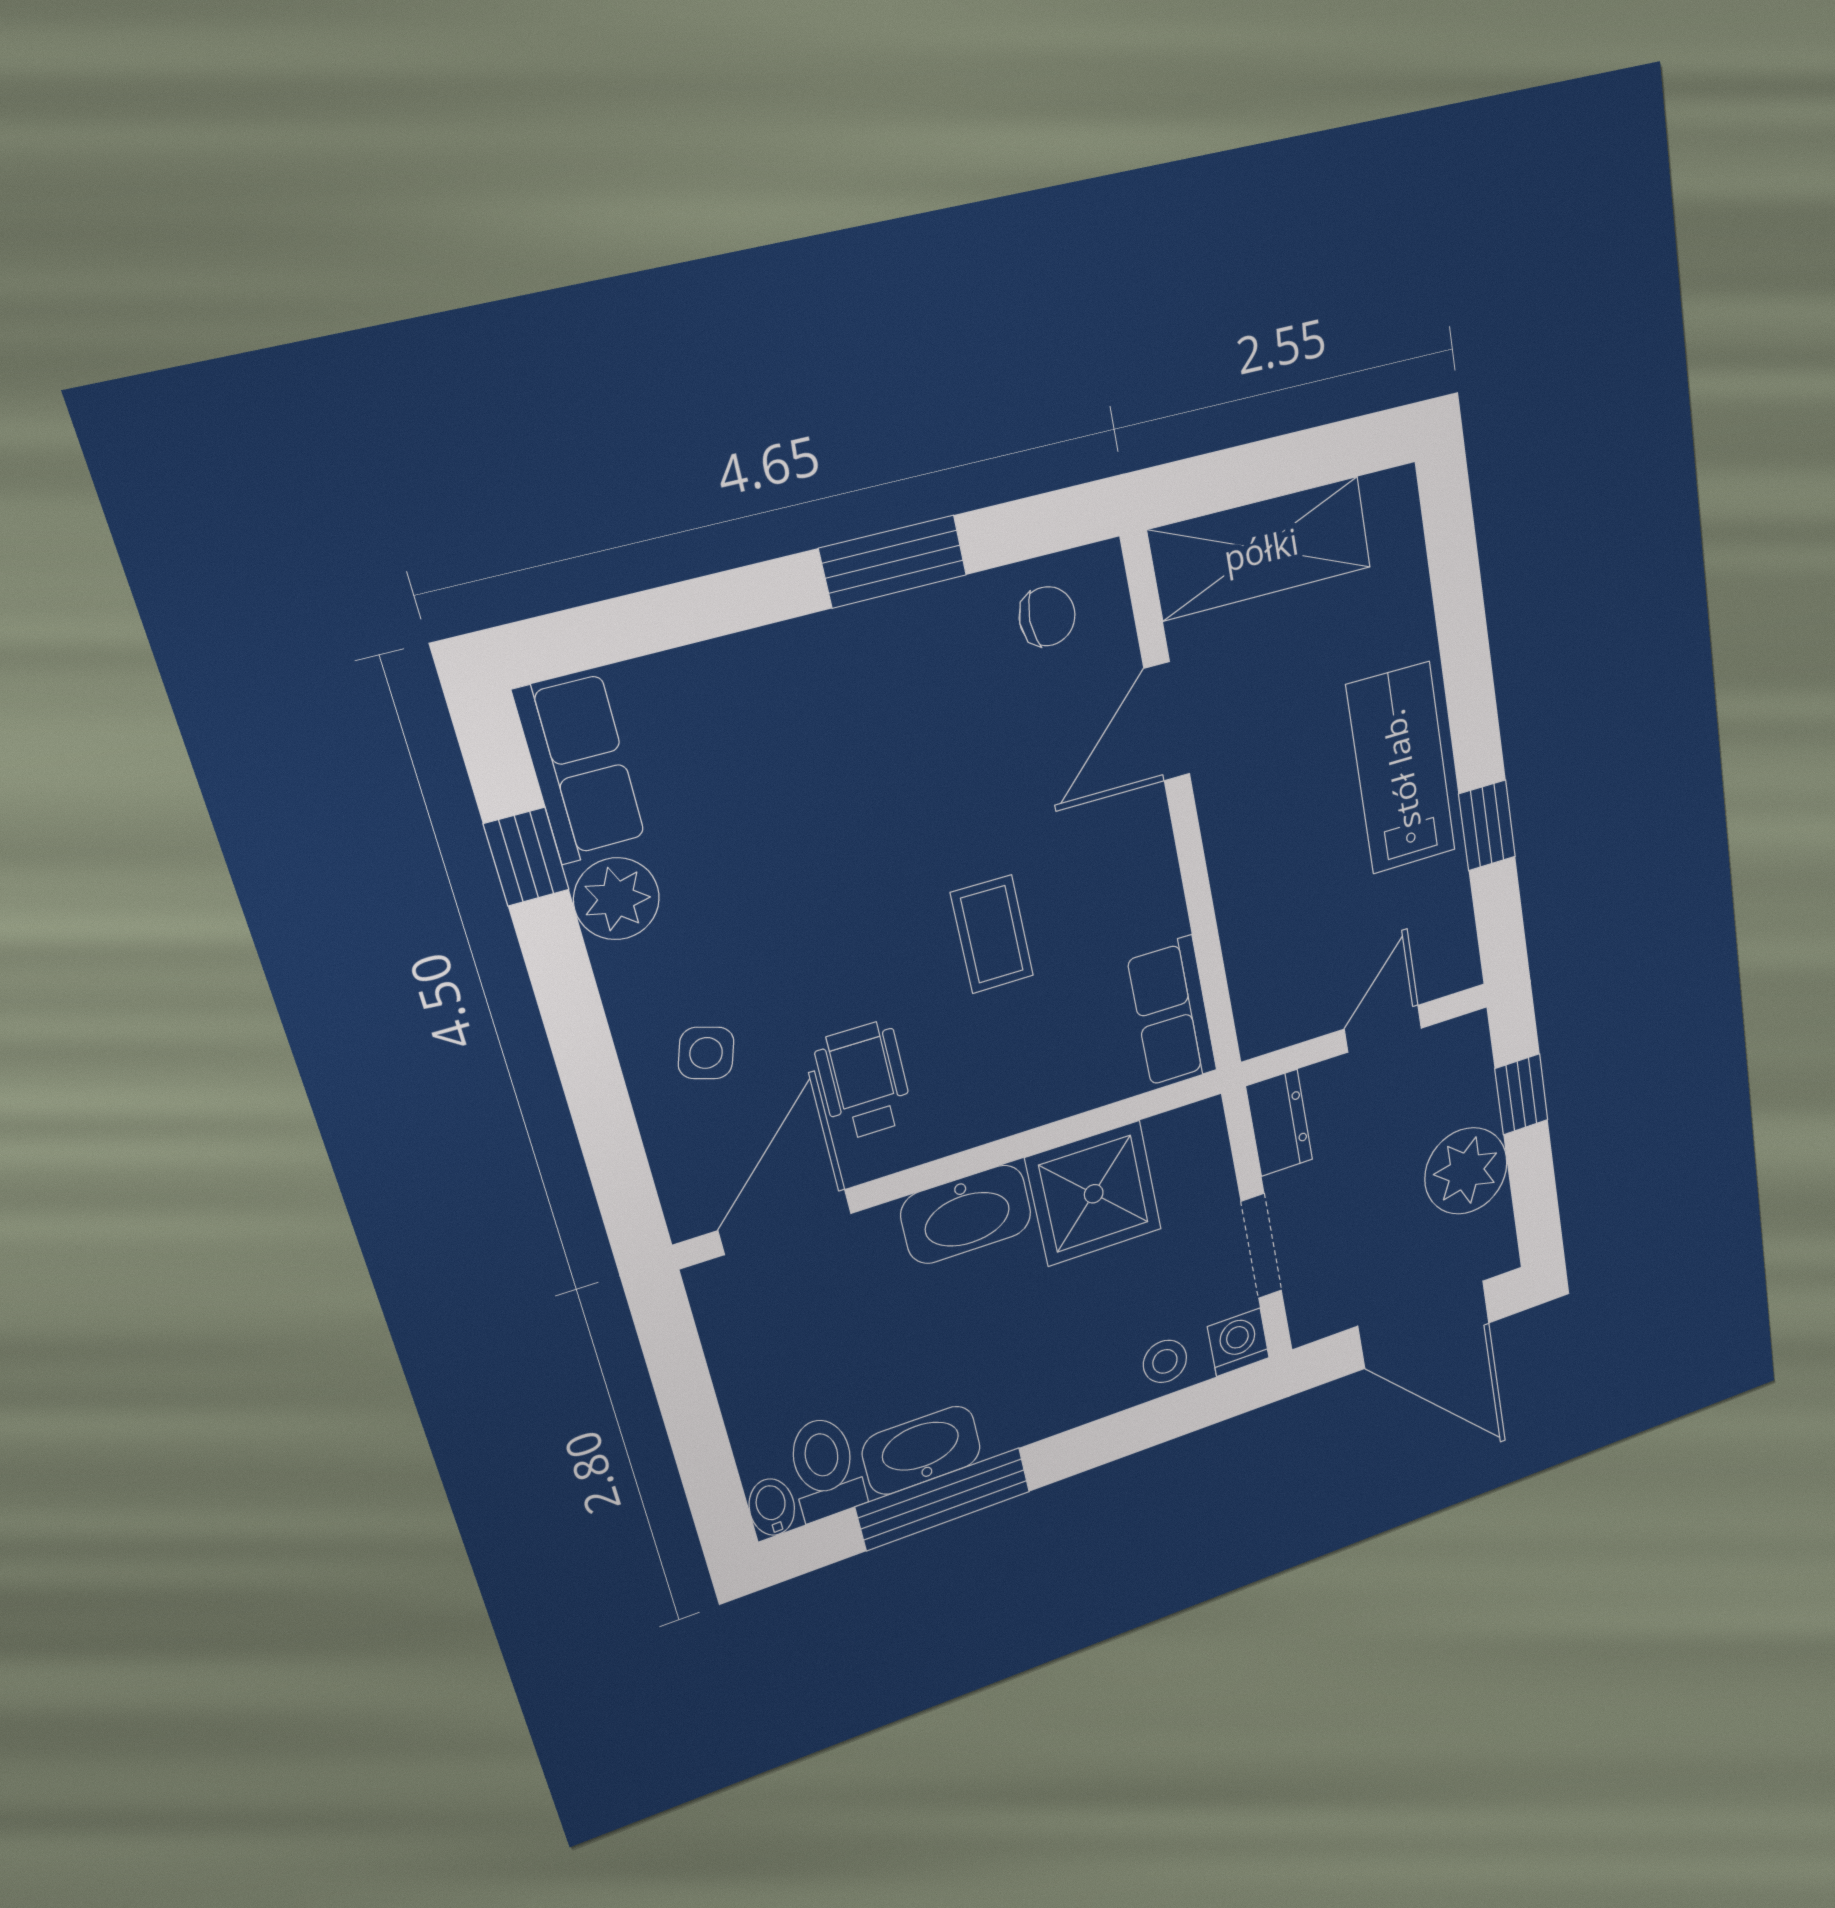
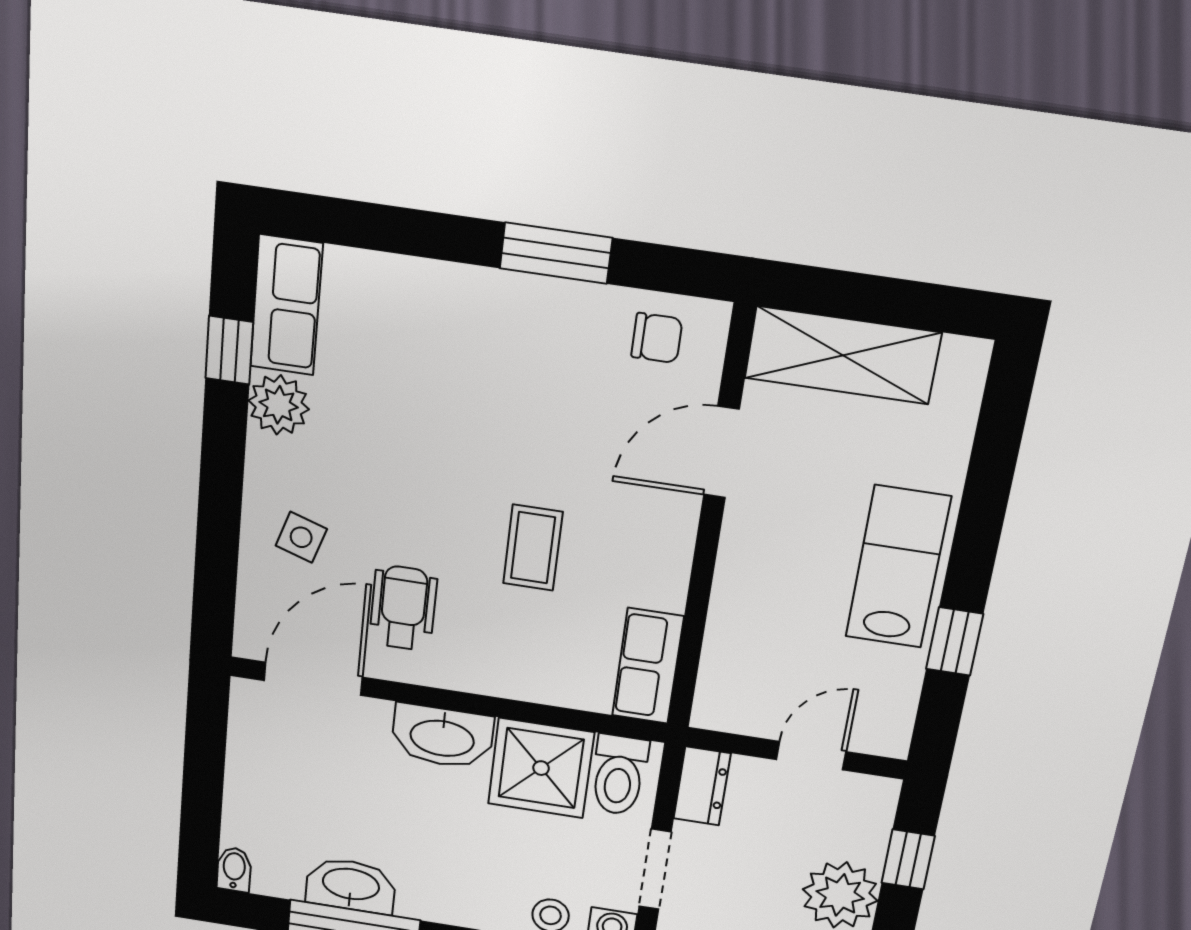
toilet: (825, 1468) -> (619, 775), moved, turned 180

